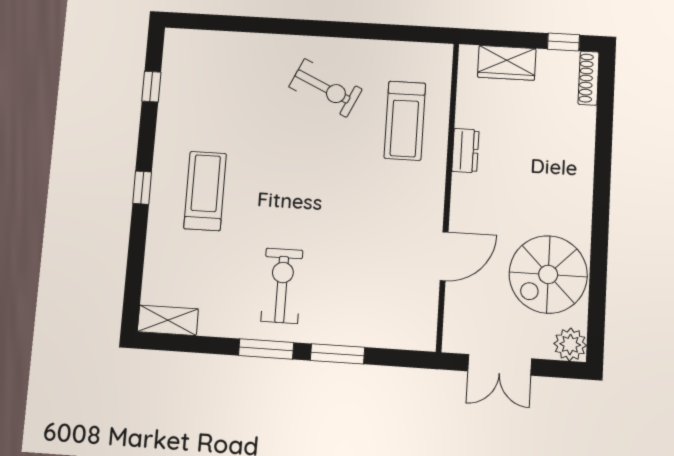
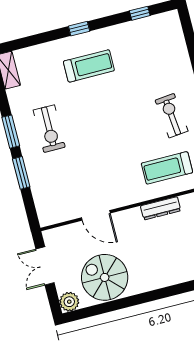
exercise bike: (326, 88) -> (172, 116), turned 149
dresser: (465, 151) -> (161, 208), width x1.44
exercise bike: (282, 286) -> (49, 129), turned 90

